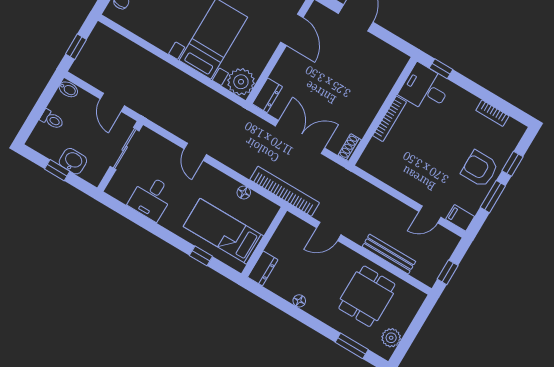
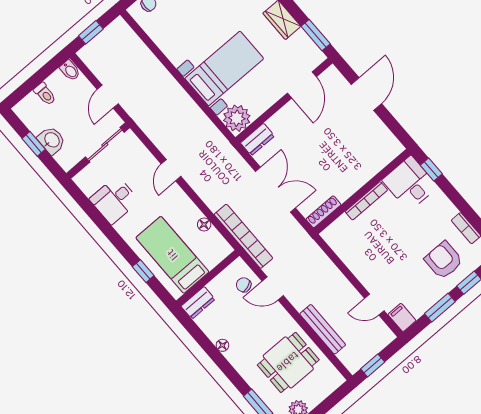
shoe rack: (350, 148) -> (323, 212), width x1.43
armchair: (480, 169) -> (444, 260), moved
chair: (300, 237) -> (244, 285), added

